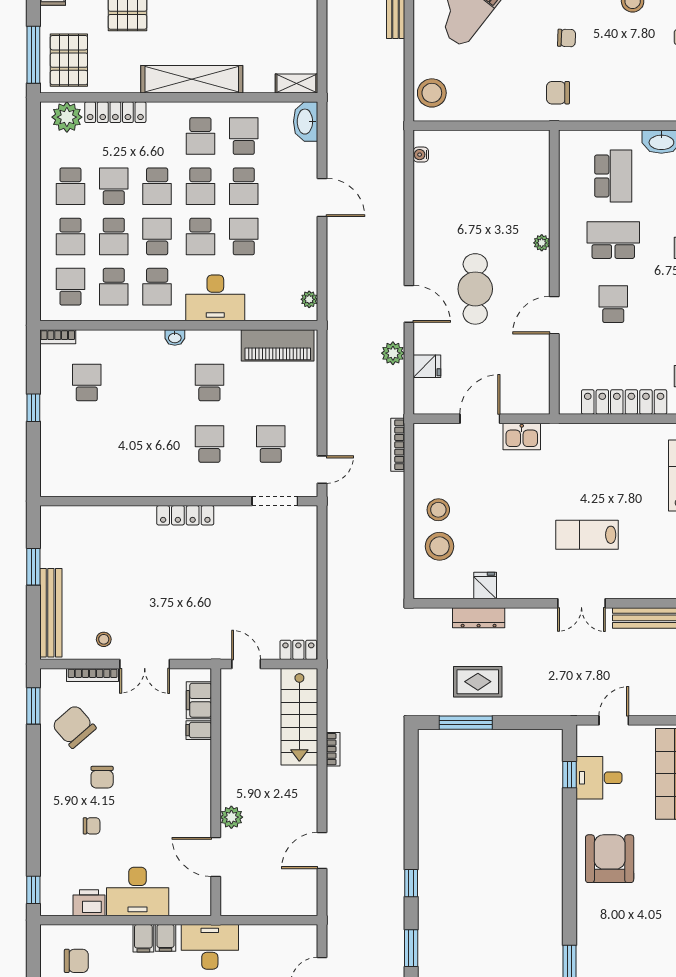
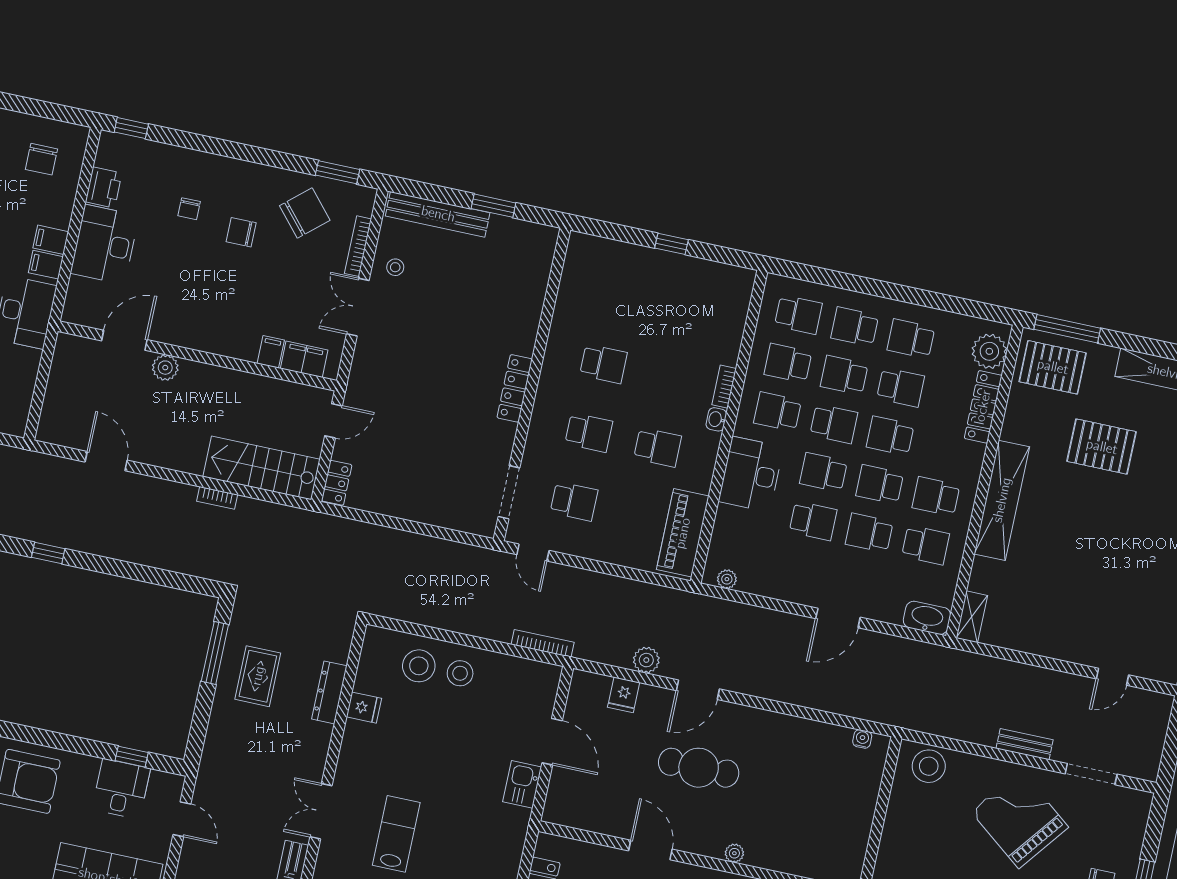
bookcase: (58, 337) -> (724, 387), moved
school desk: (87, 382) -> (603, 364), moved

